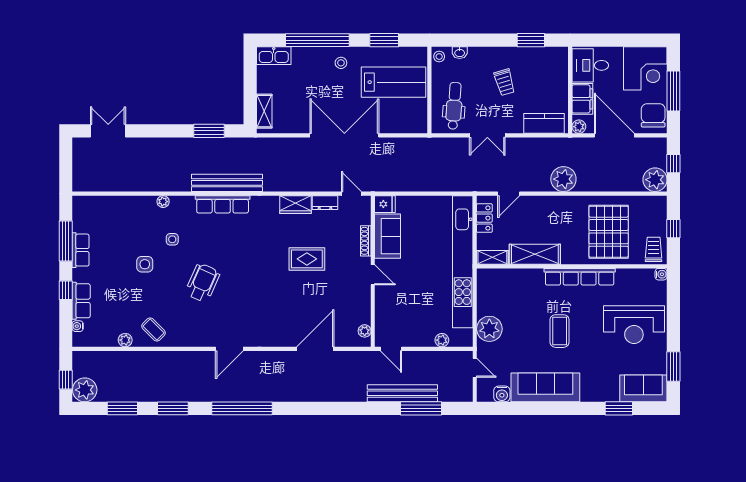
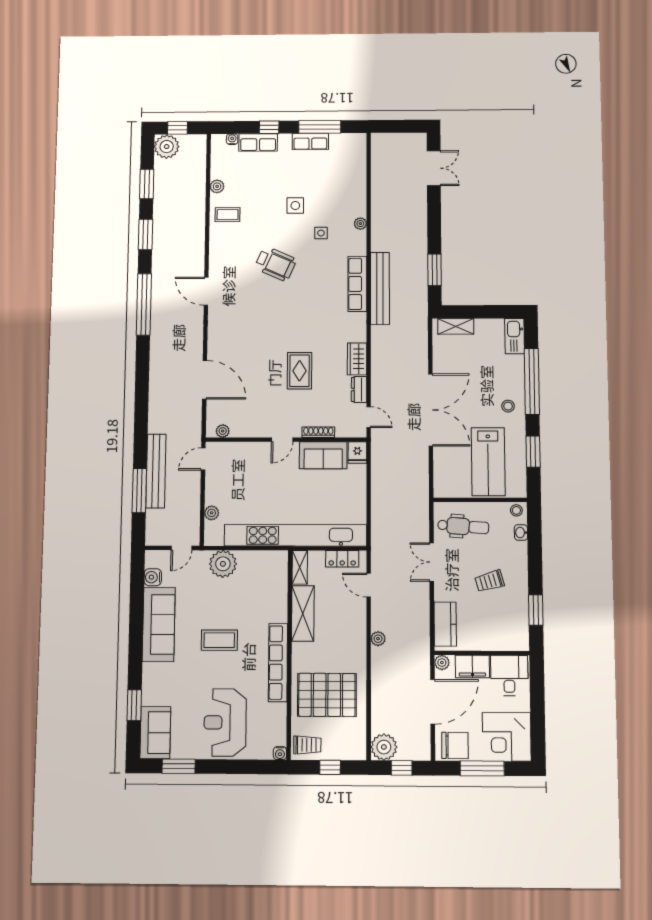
plant: (563, 179) -> (378, 639), width x0.53, depth x0.53
door: (351, 194) -> (369, 417), hinge flipped
coffee table: (154, 329) -> (228, 215), turned 45

